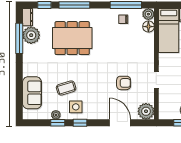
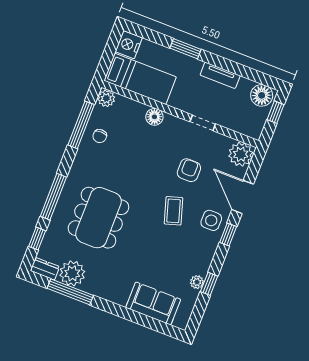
floor lamp: (148, 27) -> (154, 117), moved
coffee table: (66, 88) -> (174, 211), moved
side table: (76, 107) -> (211, 220), moved
window: (80, 123) -> (228, 235), moved
door: (120, 123) -> (243, 197), hinge flipped

